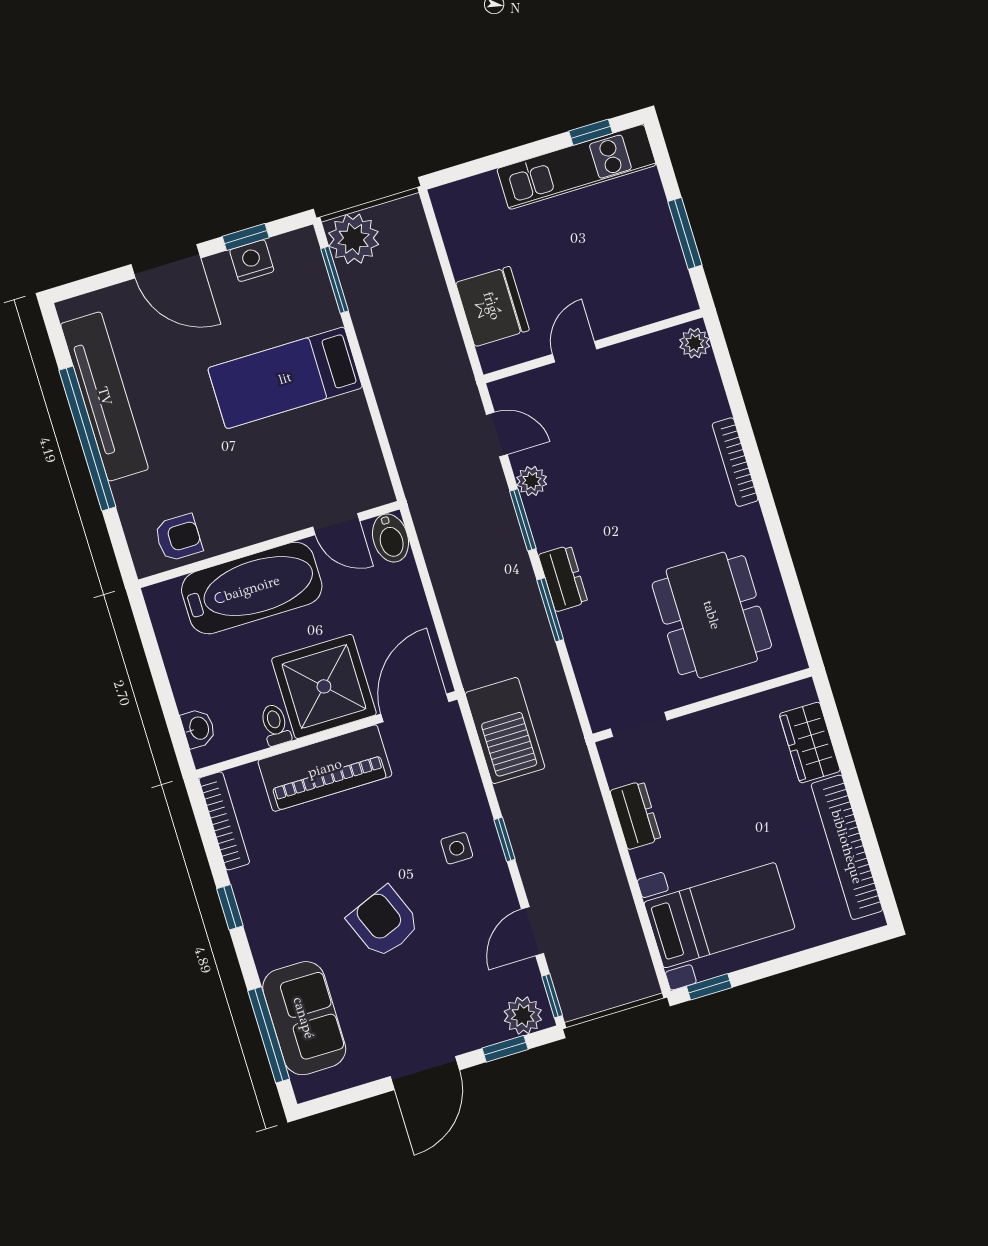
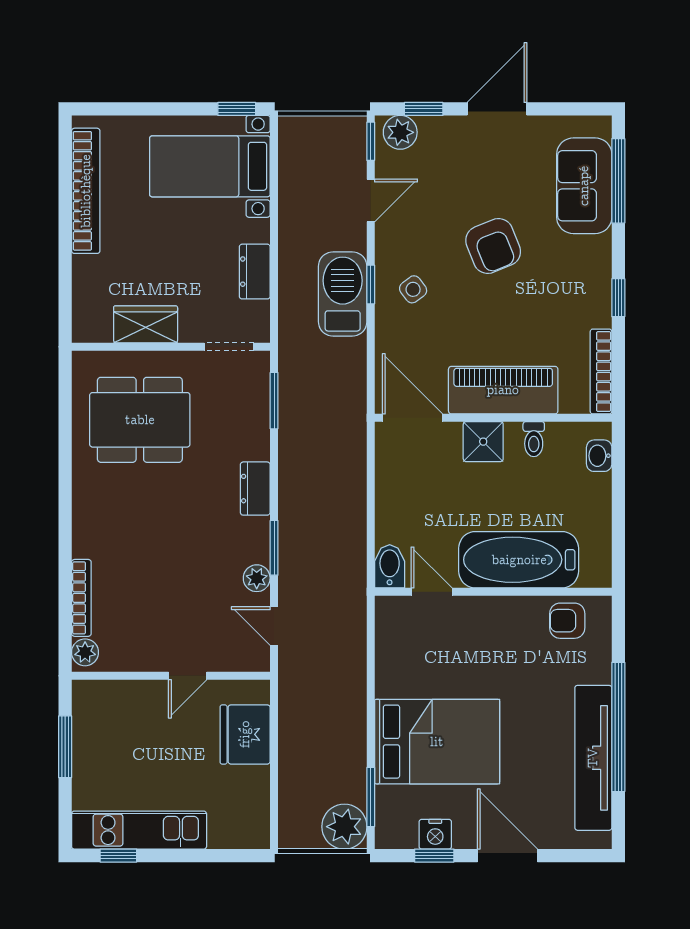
bed: (285, 378) -> (437, 742), width x1.50
bookcase: (735, 462) -> (81, 598), moved
window: (550, 610) -> (274, 401), moved
dining table: (712, 615) -> (140, 420), turned 90
shower: (324, 686) -> (483, 442), width x0.54, depth x0.54
door: (415, 708) -> (412, 418), swing flipped
barbecue: (505, 731) -> (343, 294), moved
wardrobe: (810, 743) -> (146, 324), moved, turned -90
side table: (457, 848) -> (413, 289), turned -37

